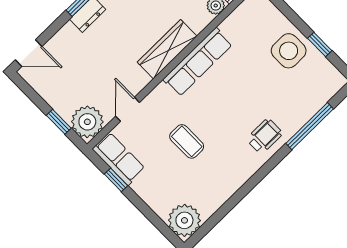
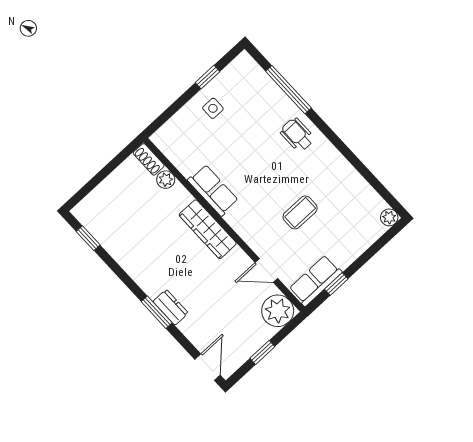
side table: (289, 51) -> (213, 108), width x0.54, depth x0.54
row of seats: (198, 62) -> (213, 190), width x0.68
window: (59, 122) -> (262, 352), moved
plant: (184, 220) -> (389, 217), width x0.53, depth x0.53

